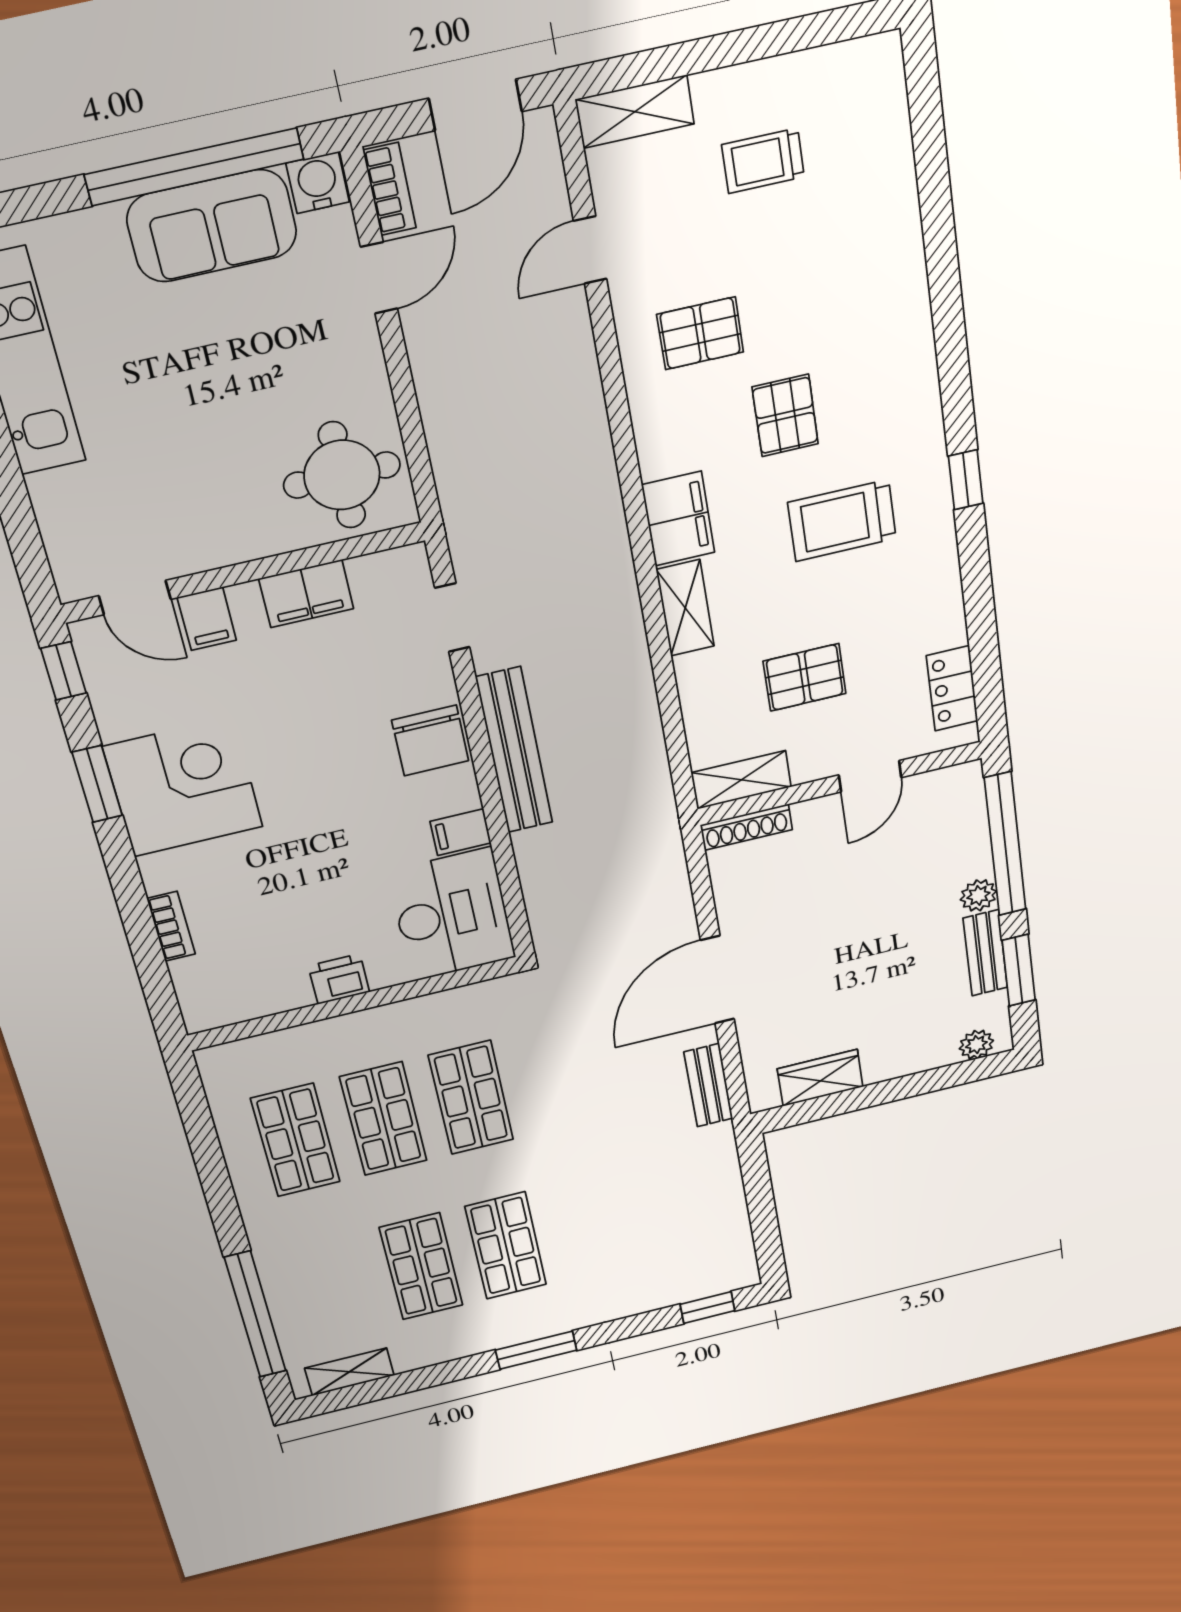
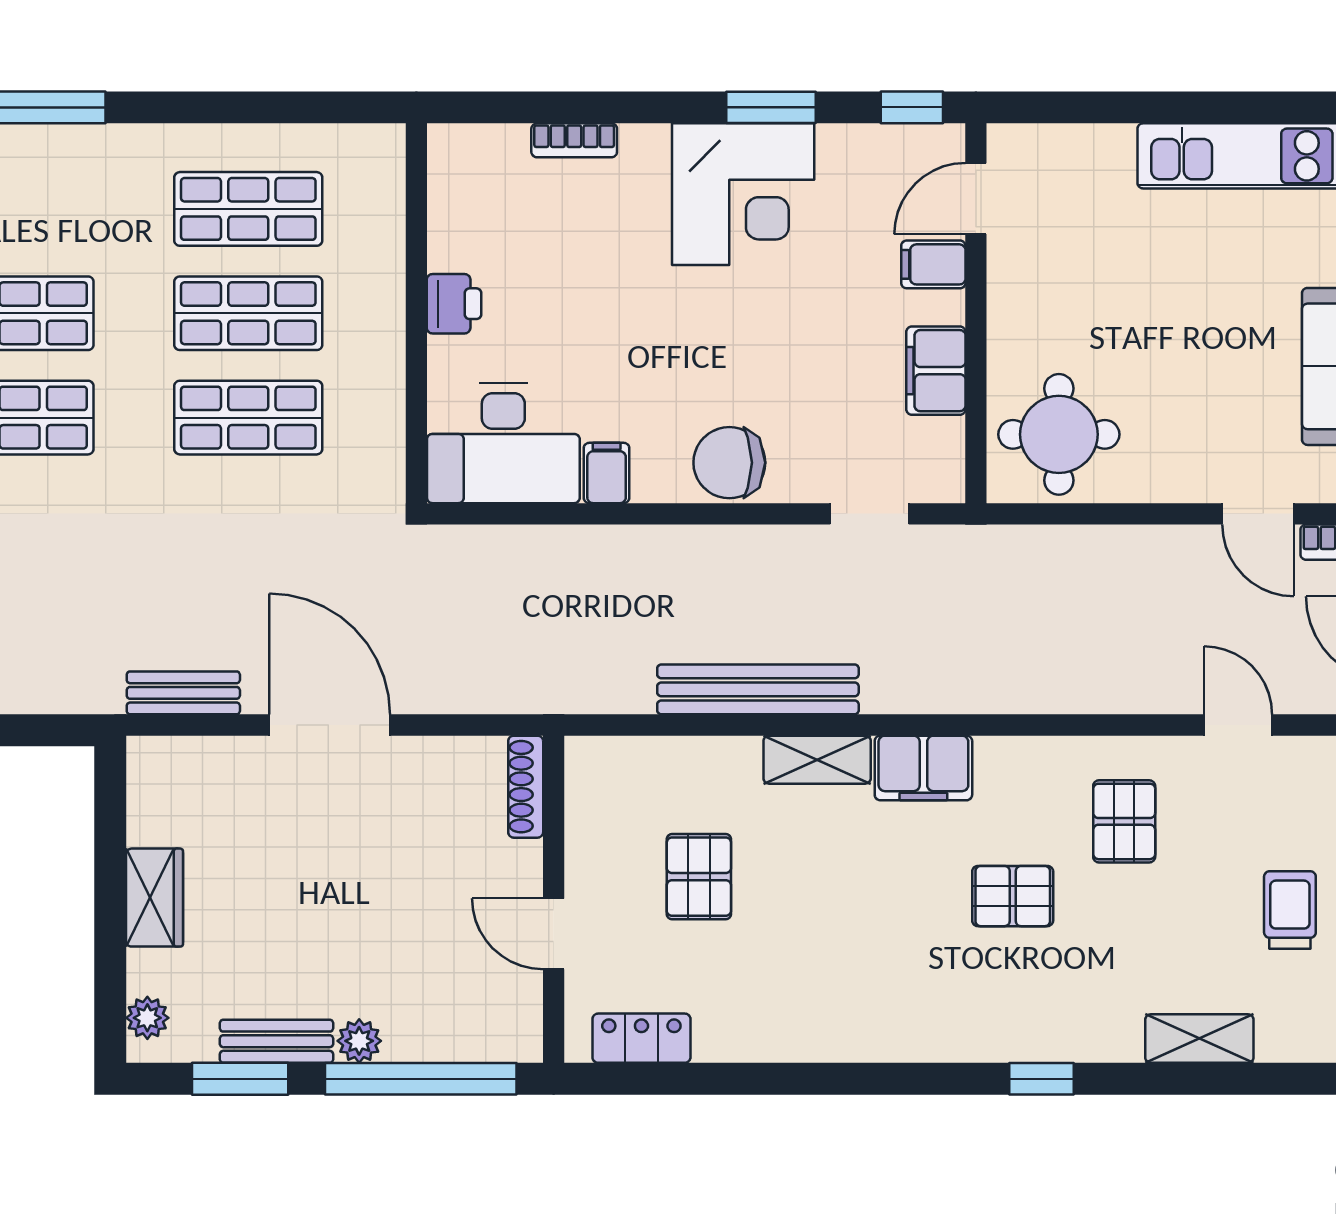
window: (966, 480) -> (1041, 1079), moved
trolley: (842, 521) -> (877, 941), removed
bench: (514, 750) -> (758, 689), moved
shelving: (741, 780) -> (1199, 1039), moved, turned 90
wardrobe: (820, 1078) -> (154, 898), moved

